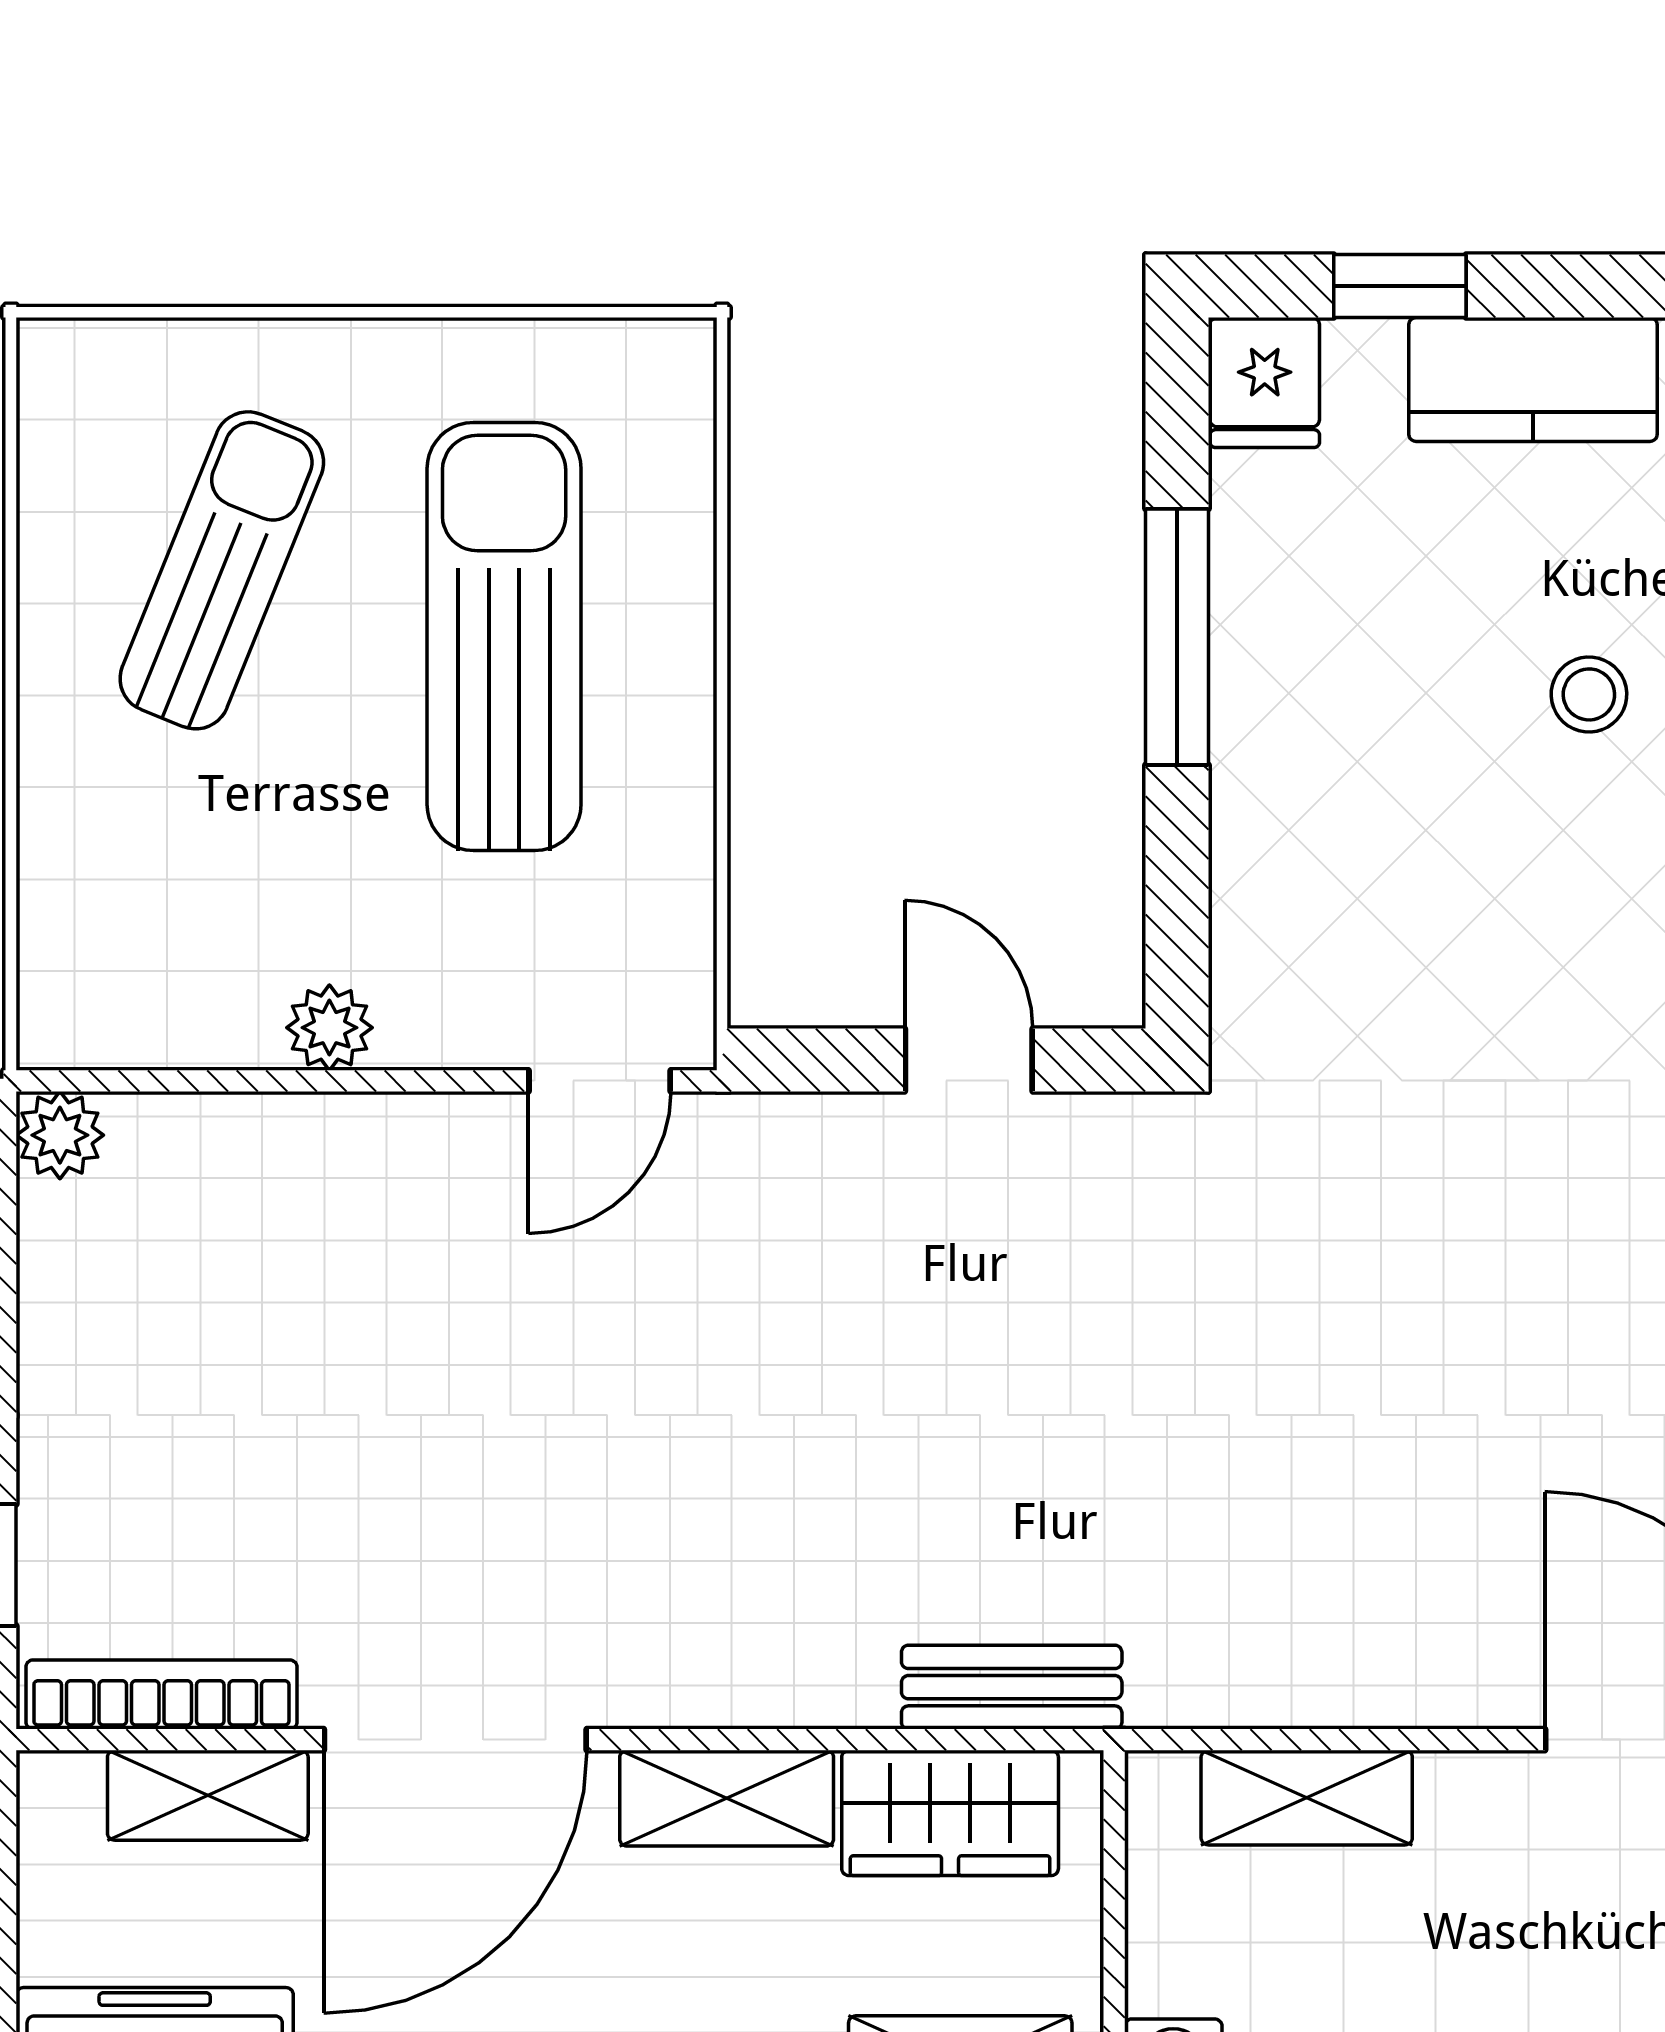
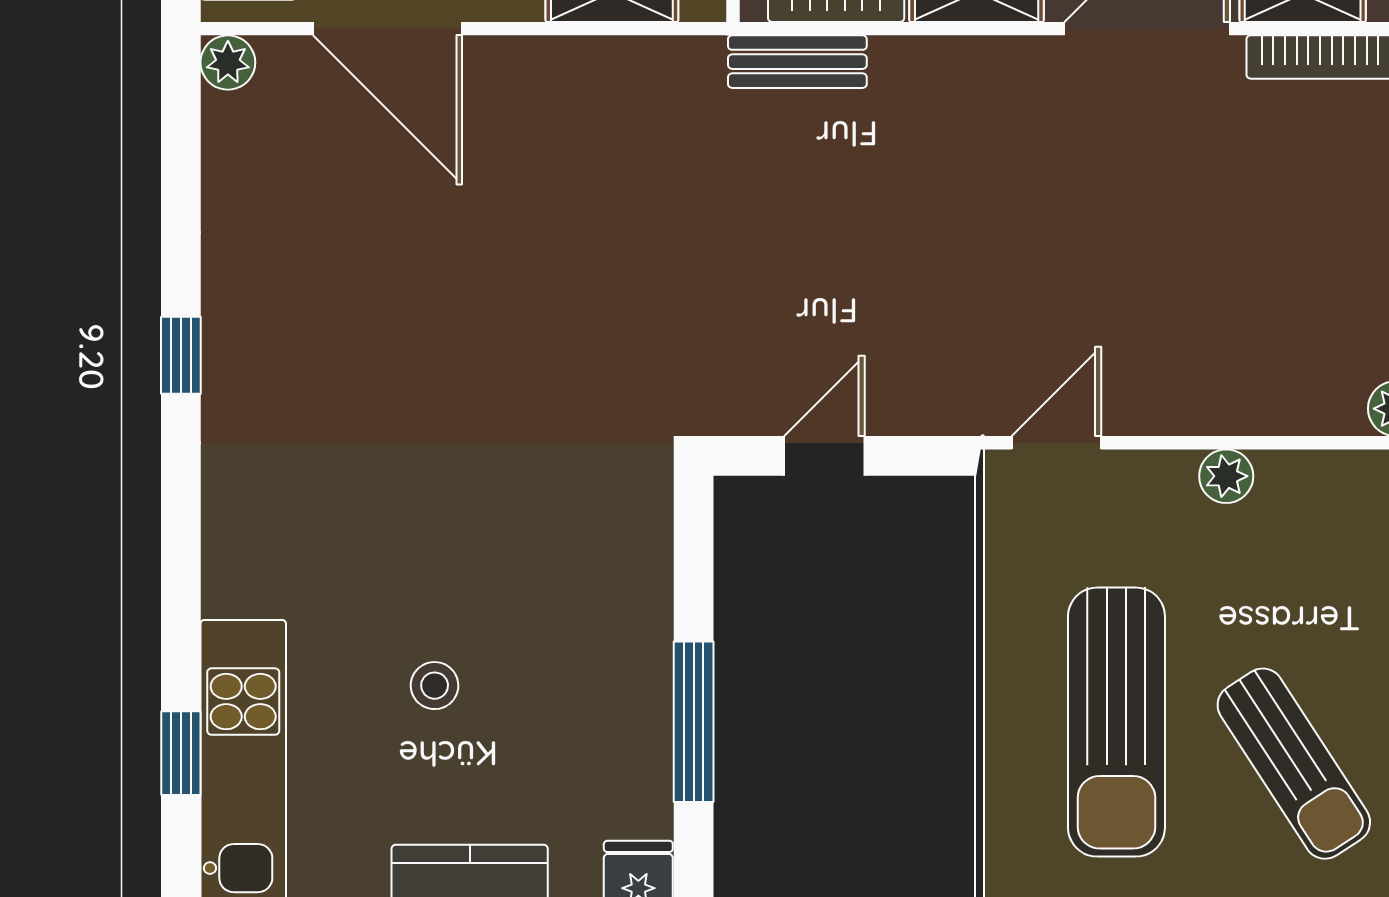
sun lounger: (222, 570) -> (1294, 764), turned -55
door: (969, 1060) -> (824, 456), swing flipped

